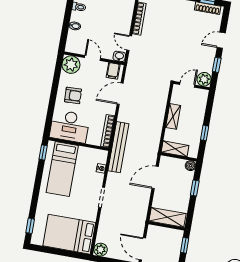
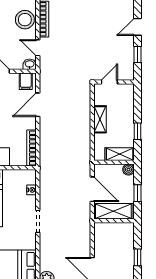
stool: (122, 16) -> (25, 20), added
plant: (204, 79) -> (126, 73), removed
bench: (118, 147) -> (46, 163), removed
shelving: (175, 149) -> (120, 154), moved
door: (155, 177) -> (92, 189), swing flipped
shelving: (167, 217) -> (113, 211), moved
wall: (166, 226) -> (114, 221), moved

